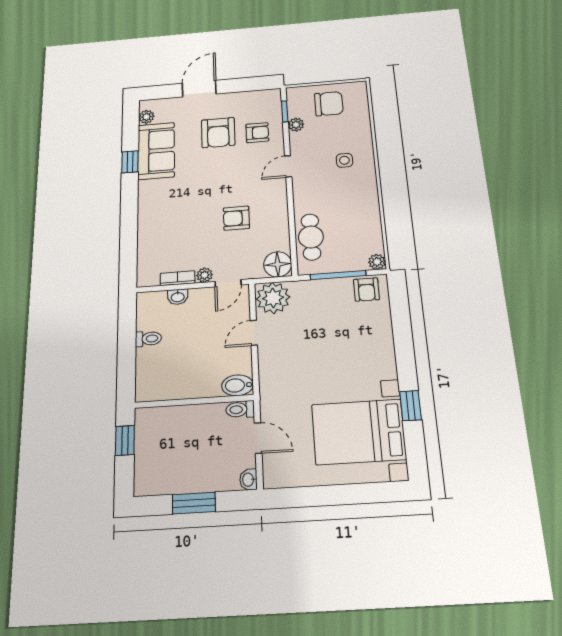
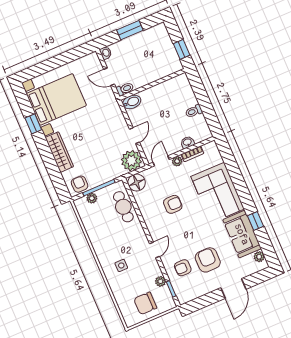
corner sofa: (165, 214) -> (218, 193), added
plant: (377, 262) -> (92, 198), moved
wardrobe: (382, 347) -> (59, 152), added

